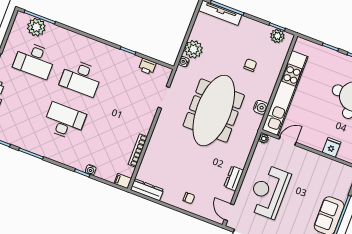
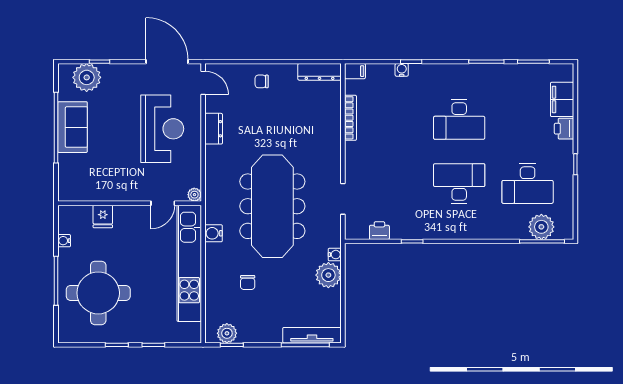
desk: (35, 60) -> (528, 184), turned 180

